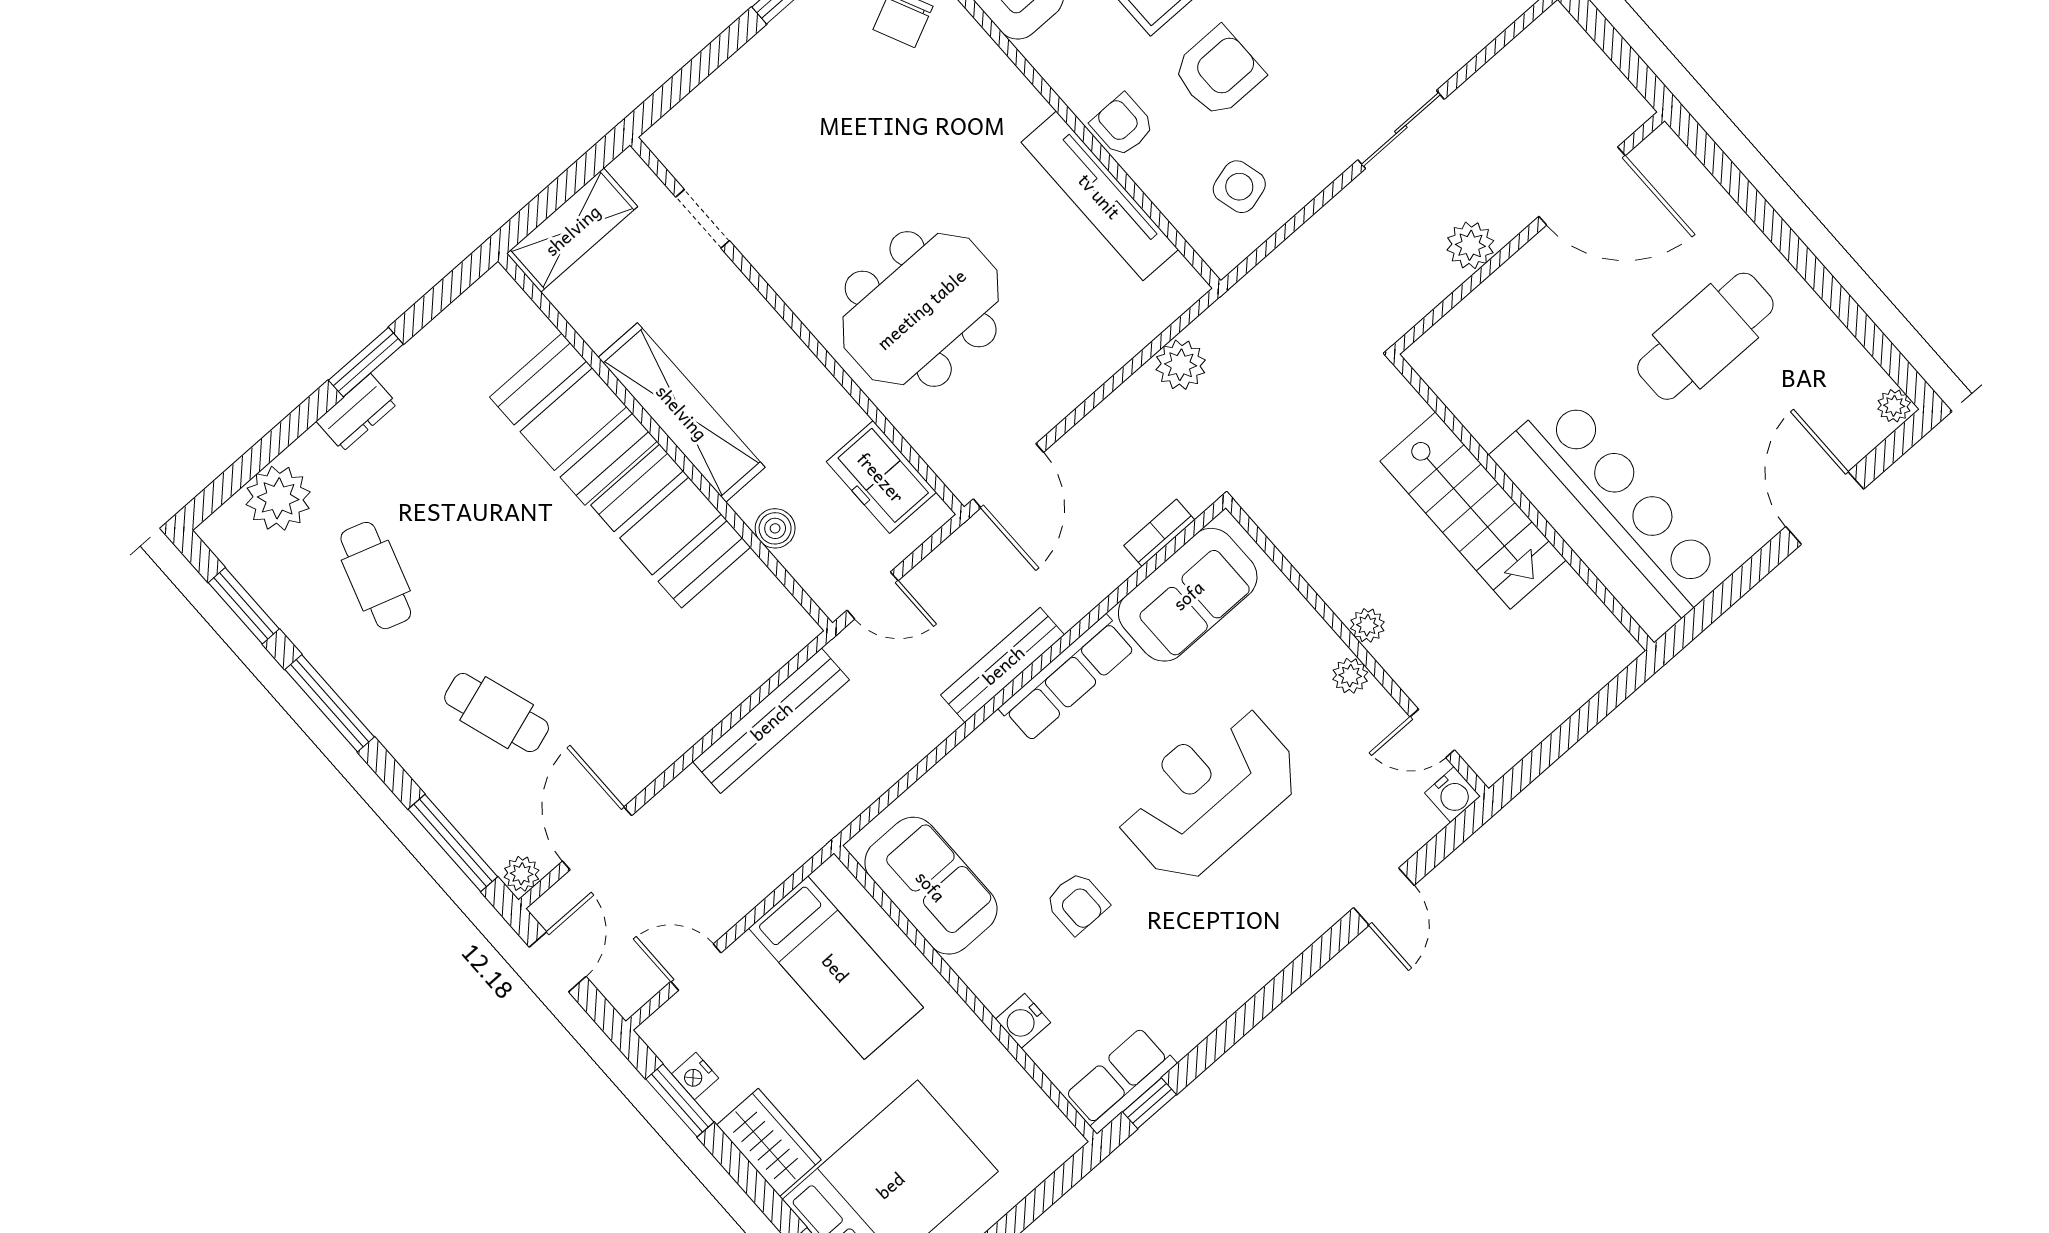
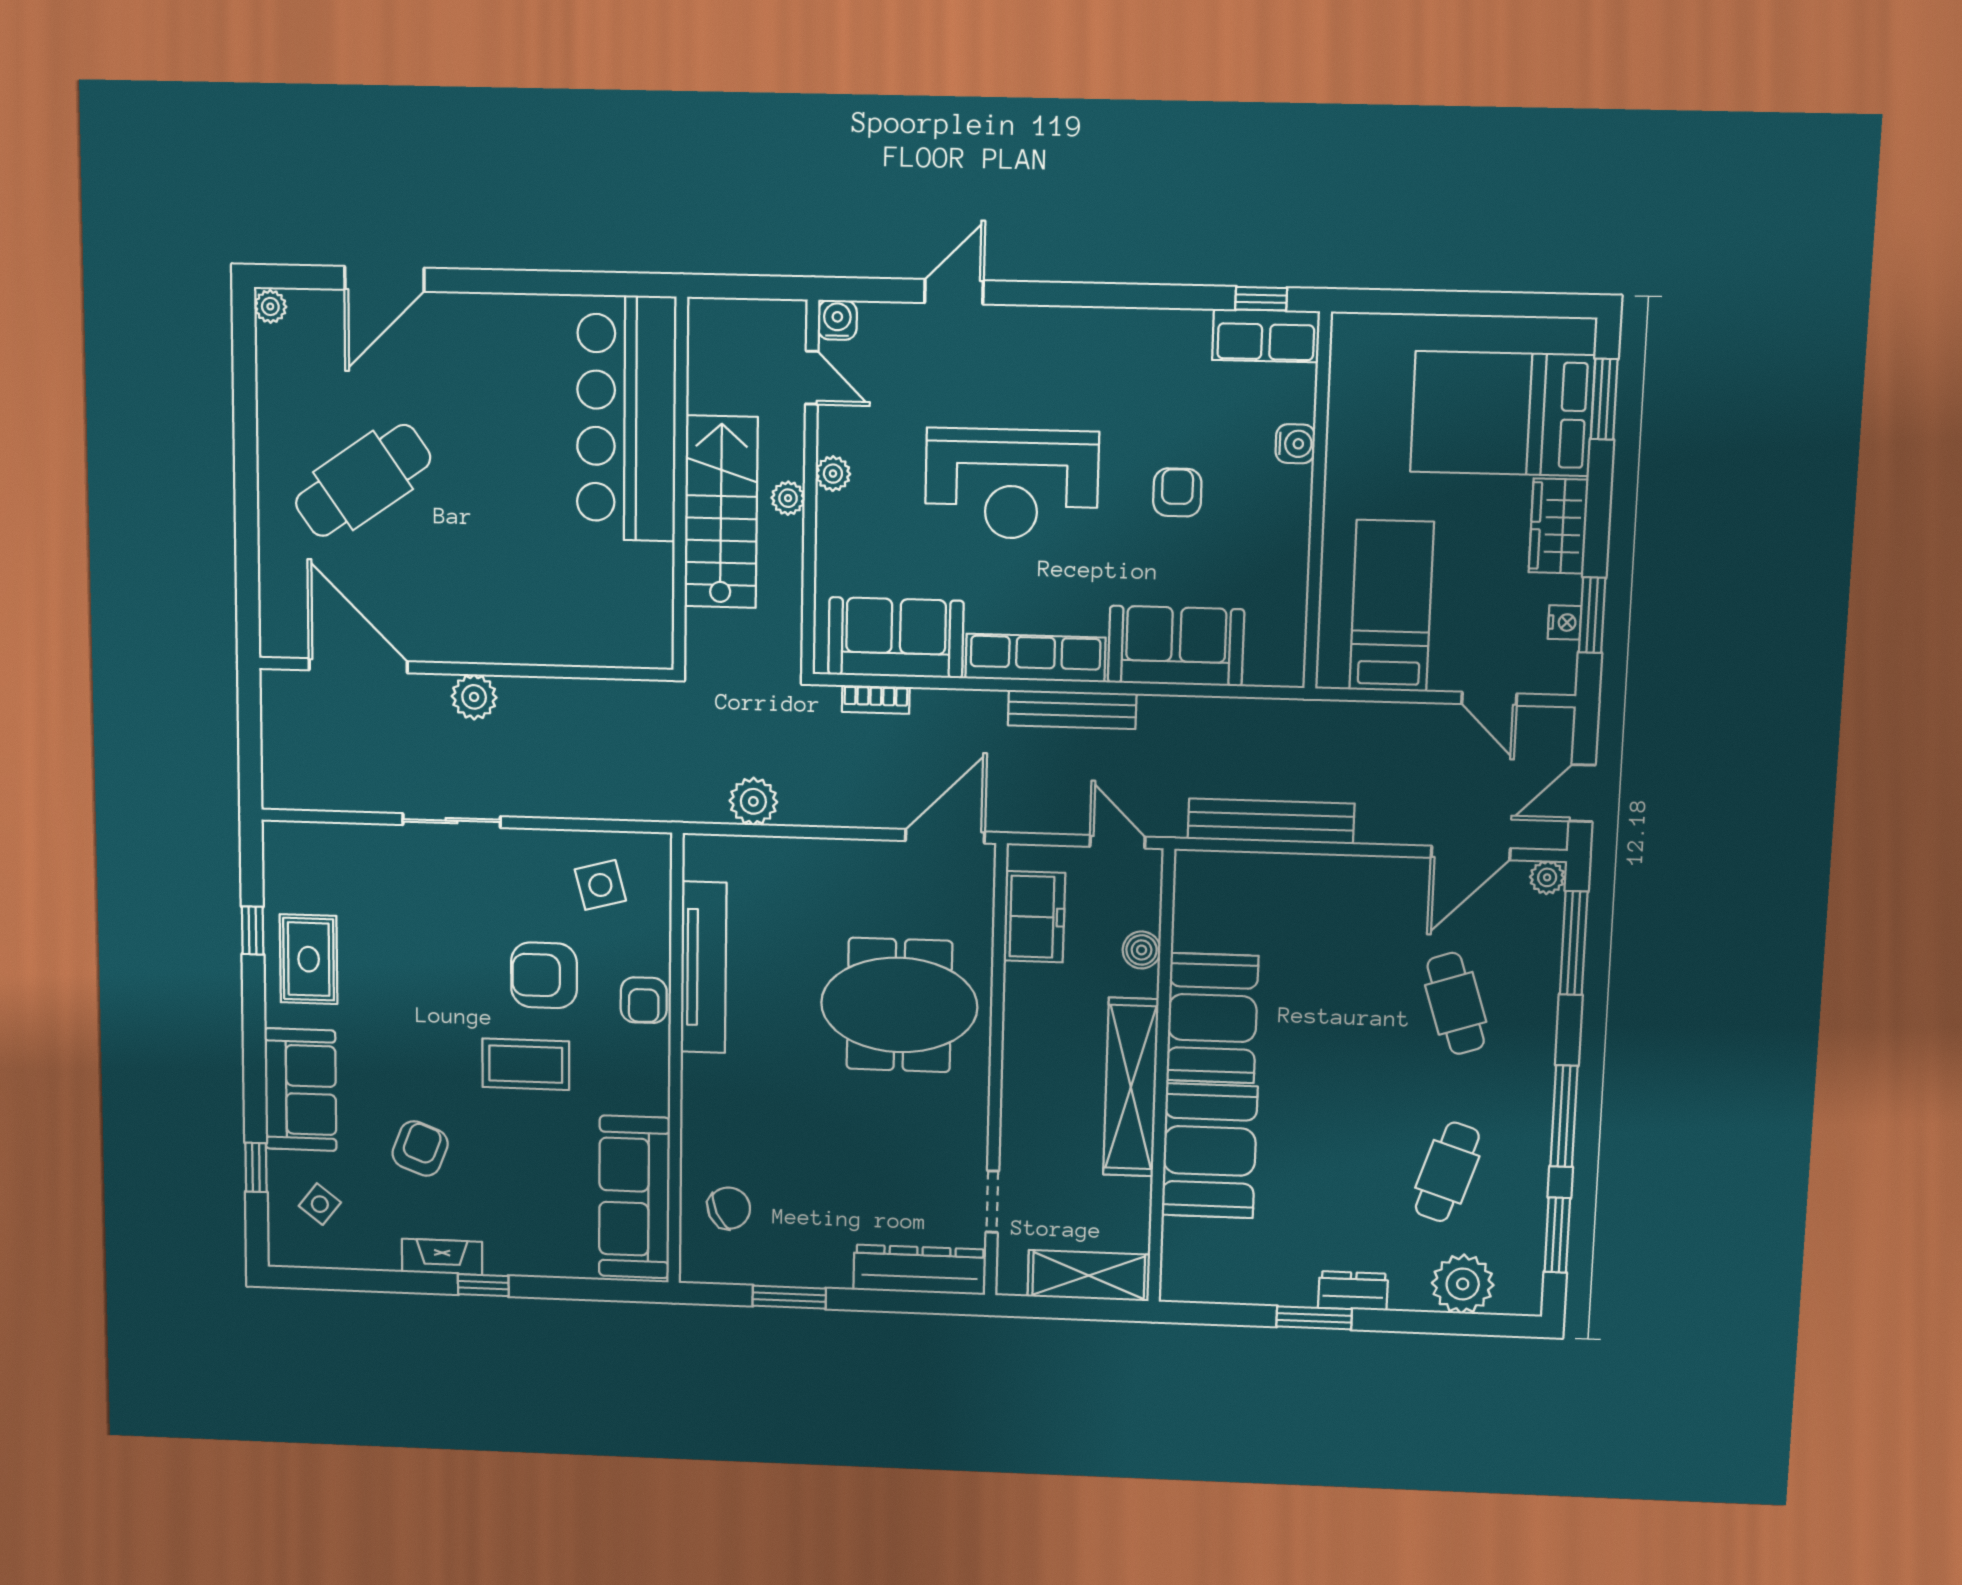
dresser: (708, 109) -> (920, 1270), added
cafe table: (1705, 336) -> (363, 481), turned -35
wall: (1523, 502) -> (680, 485), moved
stairs: (1473, 511) -> (721, 512), moved
bar counter: (1610, 515) -> (626, 419), moved
sofa: (931, 886) -> (1176, 646), moved, turned 90

